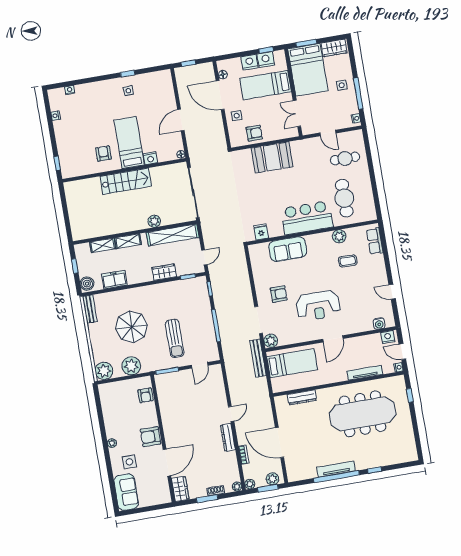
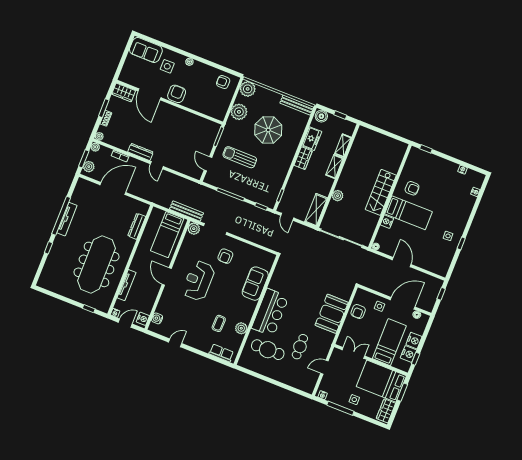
cafe table: (345, 158) -> (300, 347), moved
fridge: (261, 232) -> (281, 271), removed
shelving: (173, 235) -> (316, 210), width x0.68
wardrobe: (164, 272) -> (303, 158), moved
bench: (90, 309) -> (297, 105), width x1.36
armchair: (145, 395) -> (223, 82), moved

